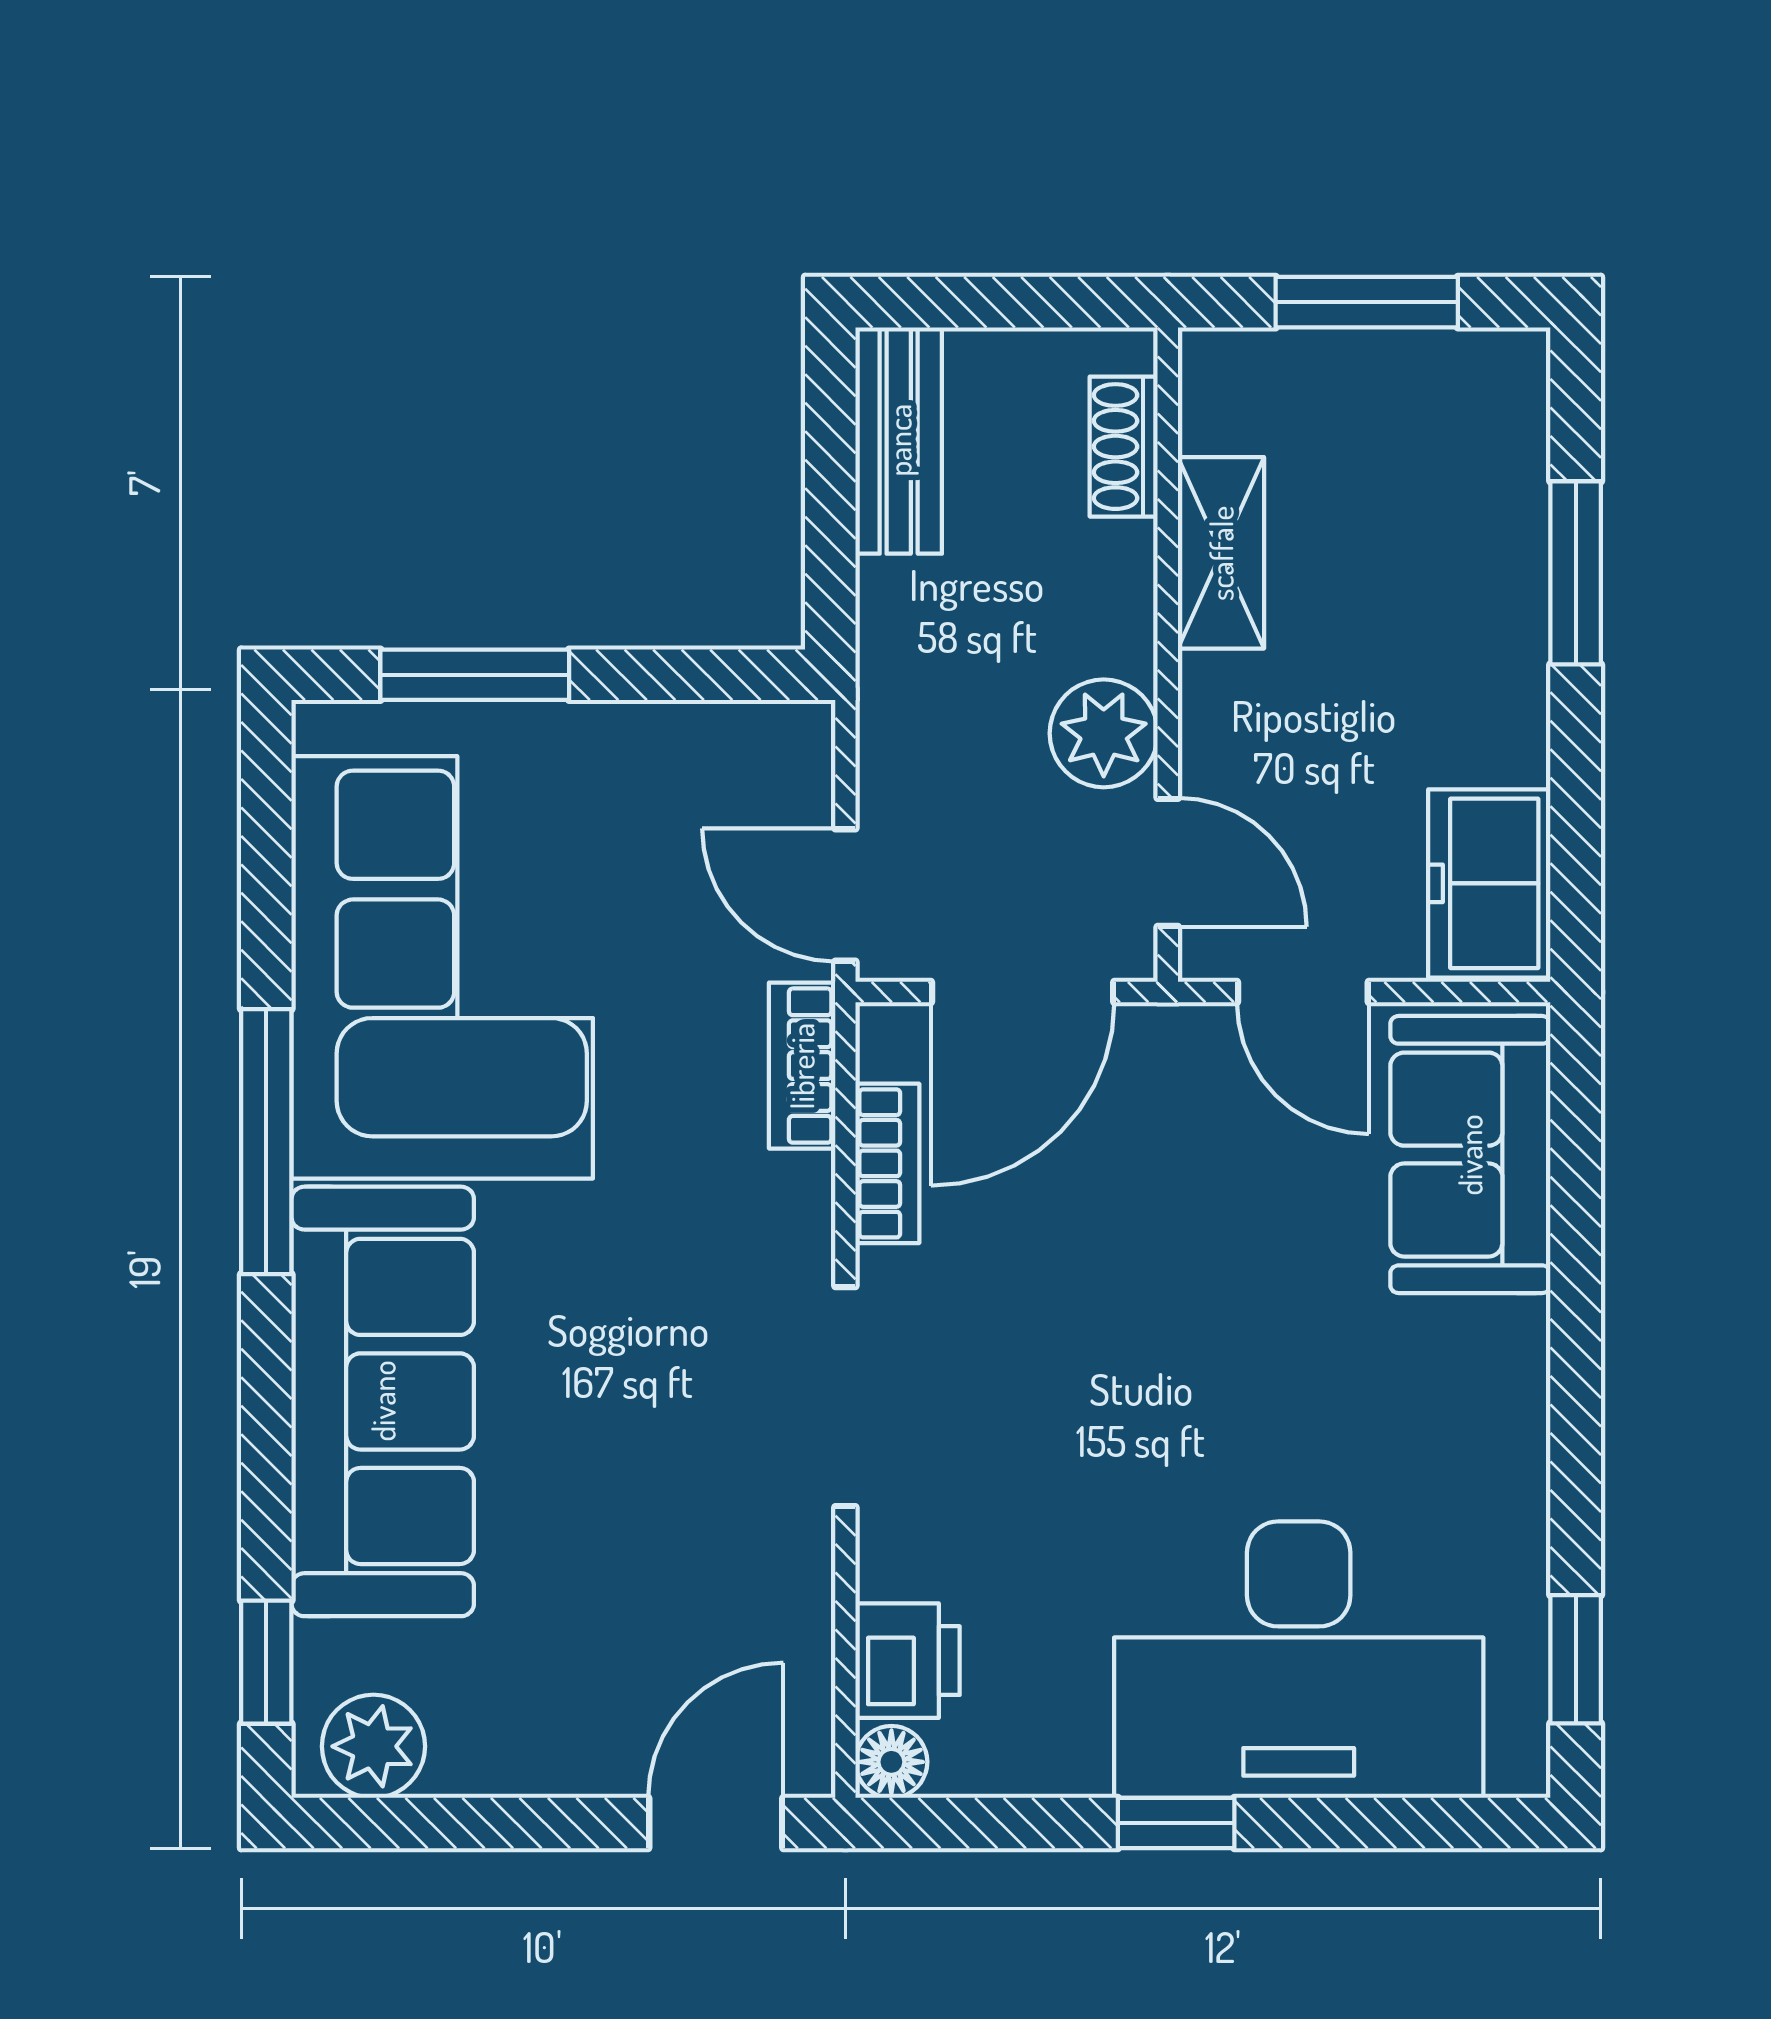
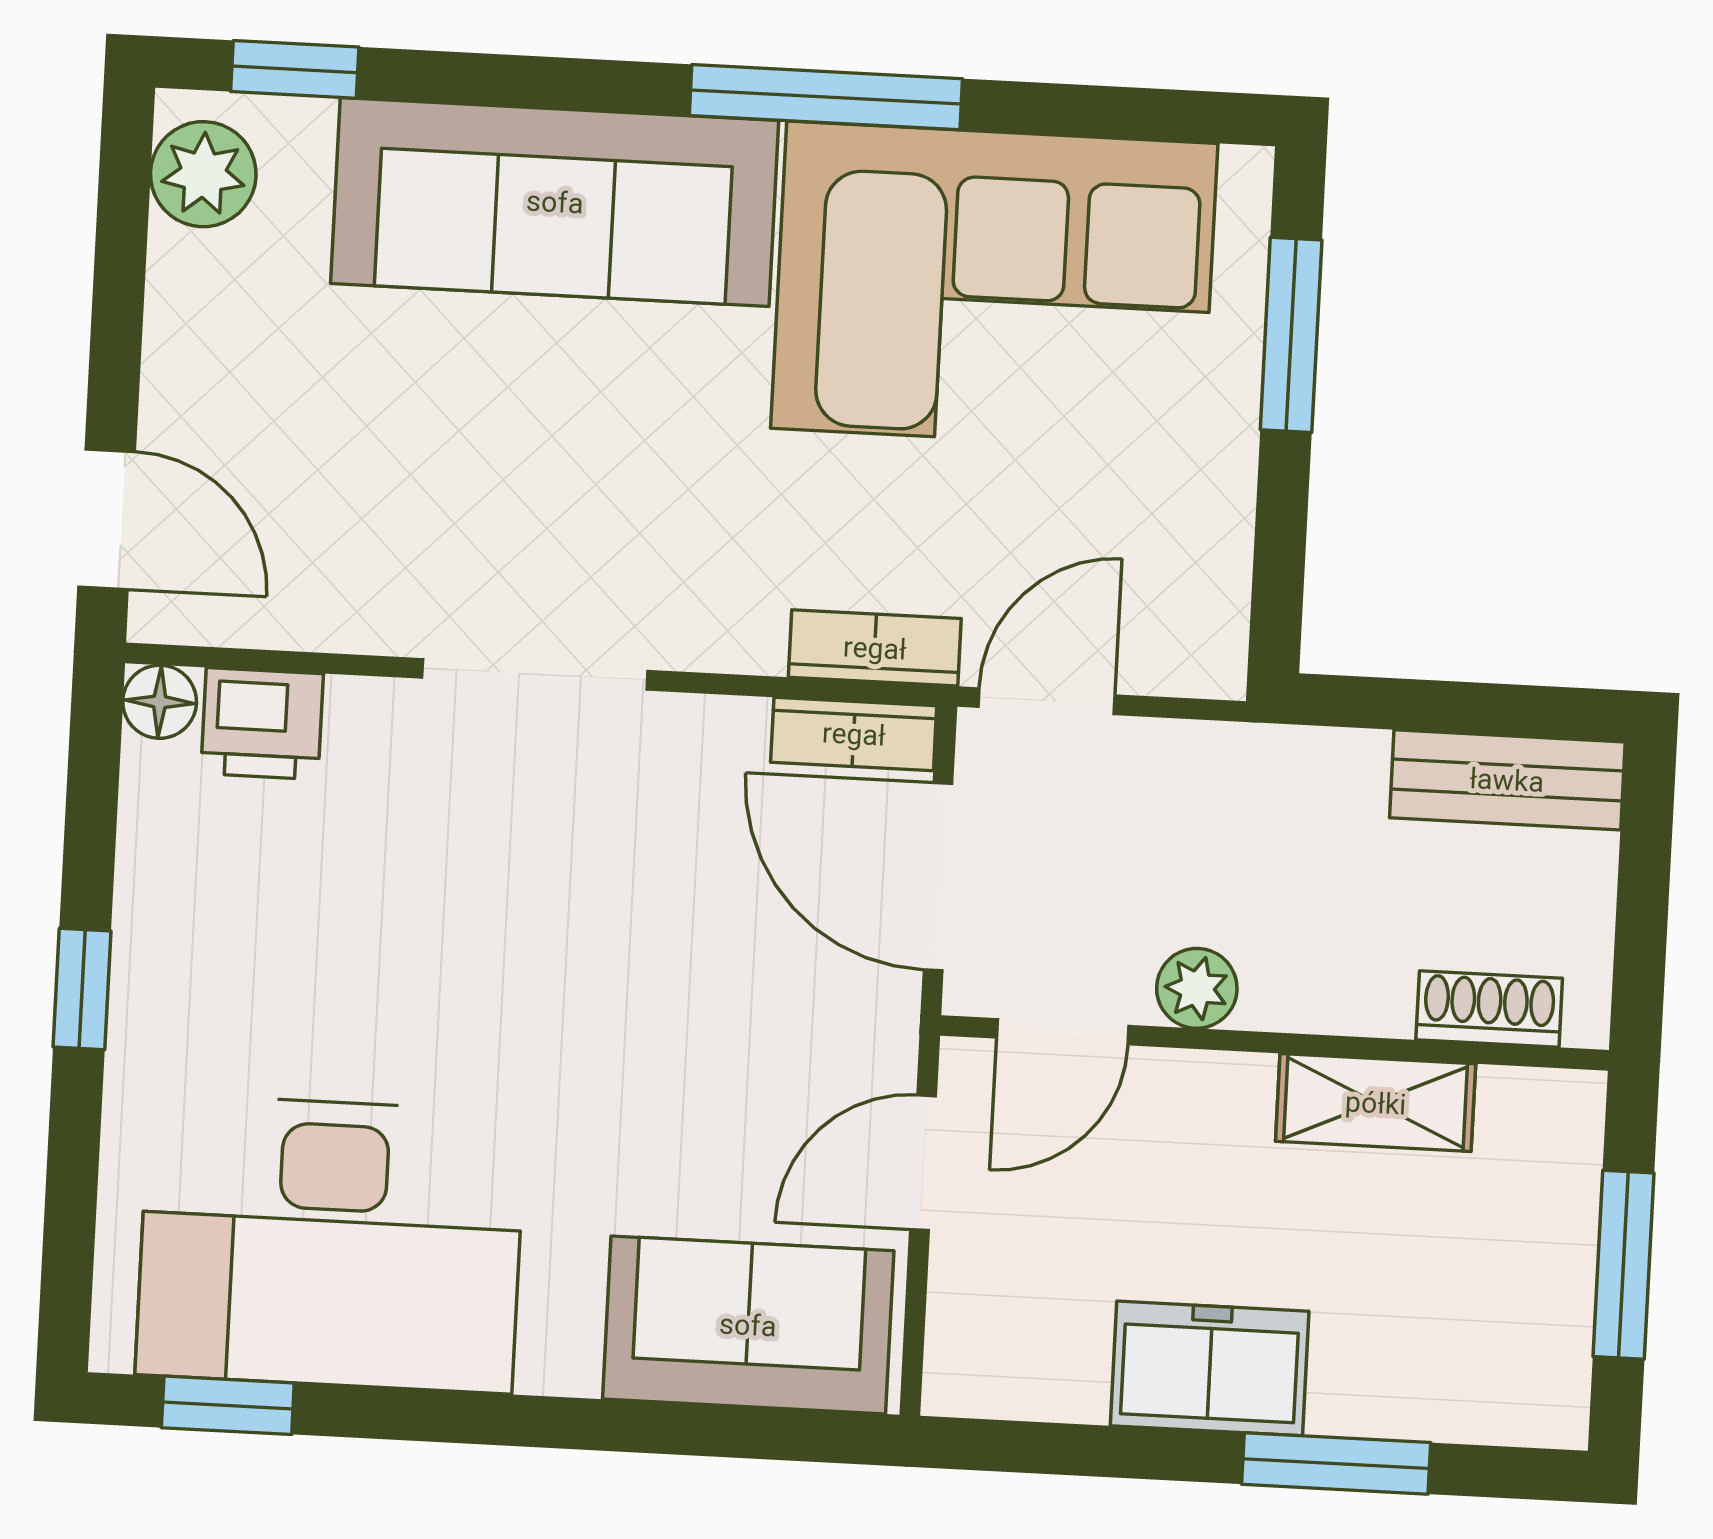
plant: (1104, 733) -> (1197, 988), width x0.73, depth x0.73
freezer: (1489, 883) -> (1210, 1368), moved
bookcase: (887, 1163) -> (854, 734), moved
desk: (1299, 1660) -> (331, 1244), moved, turned -90

